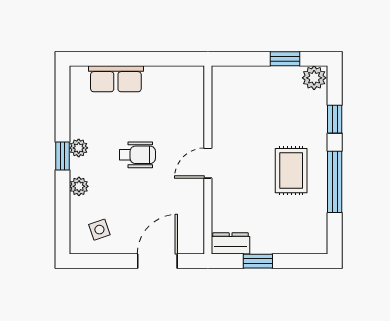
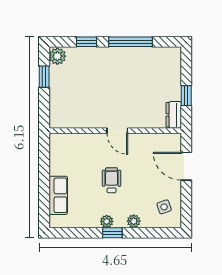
rug: (291, 171) -> (123, 72), removed

